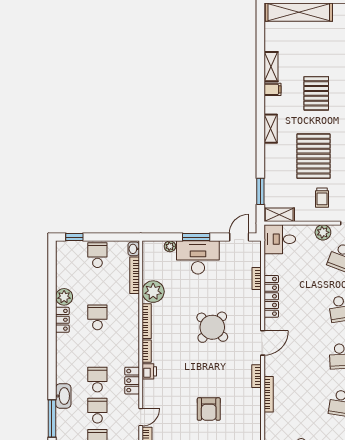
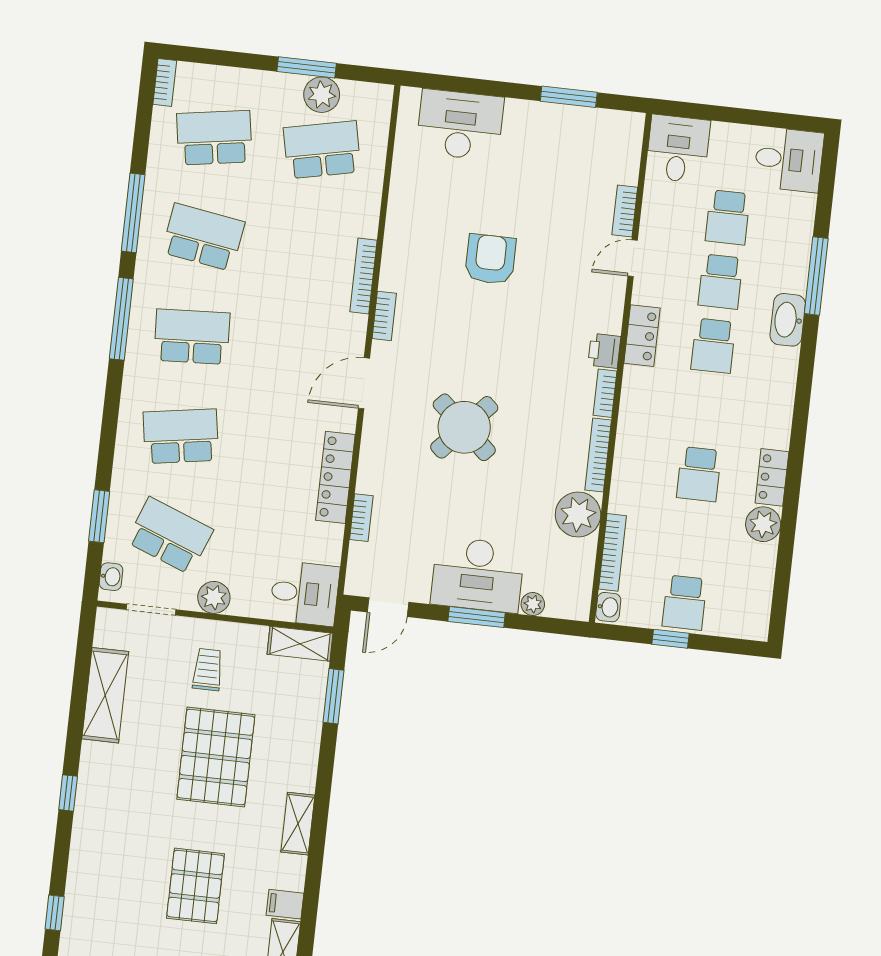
window: (74, 237) -> (671, 639), moved

